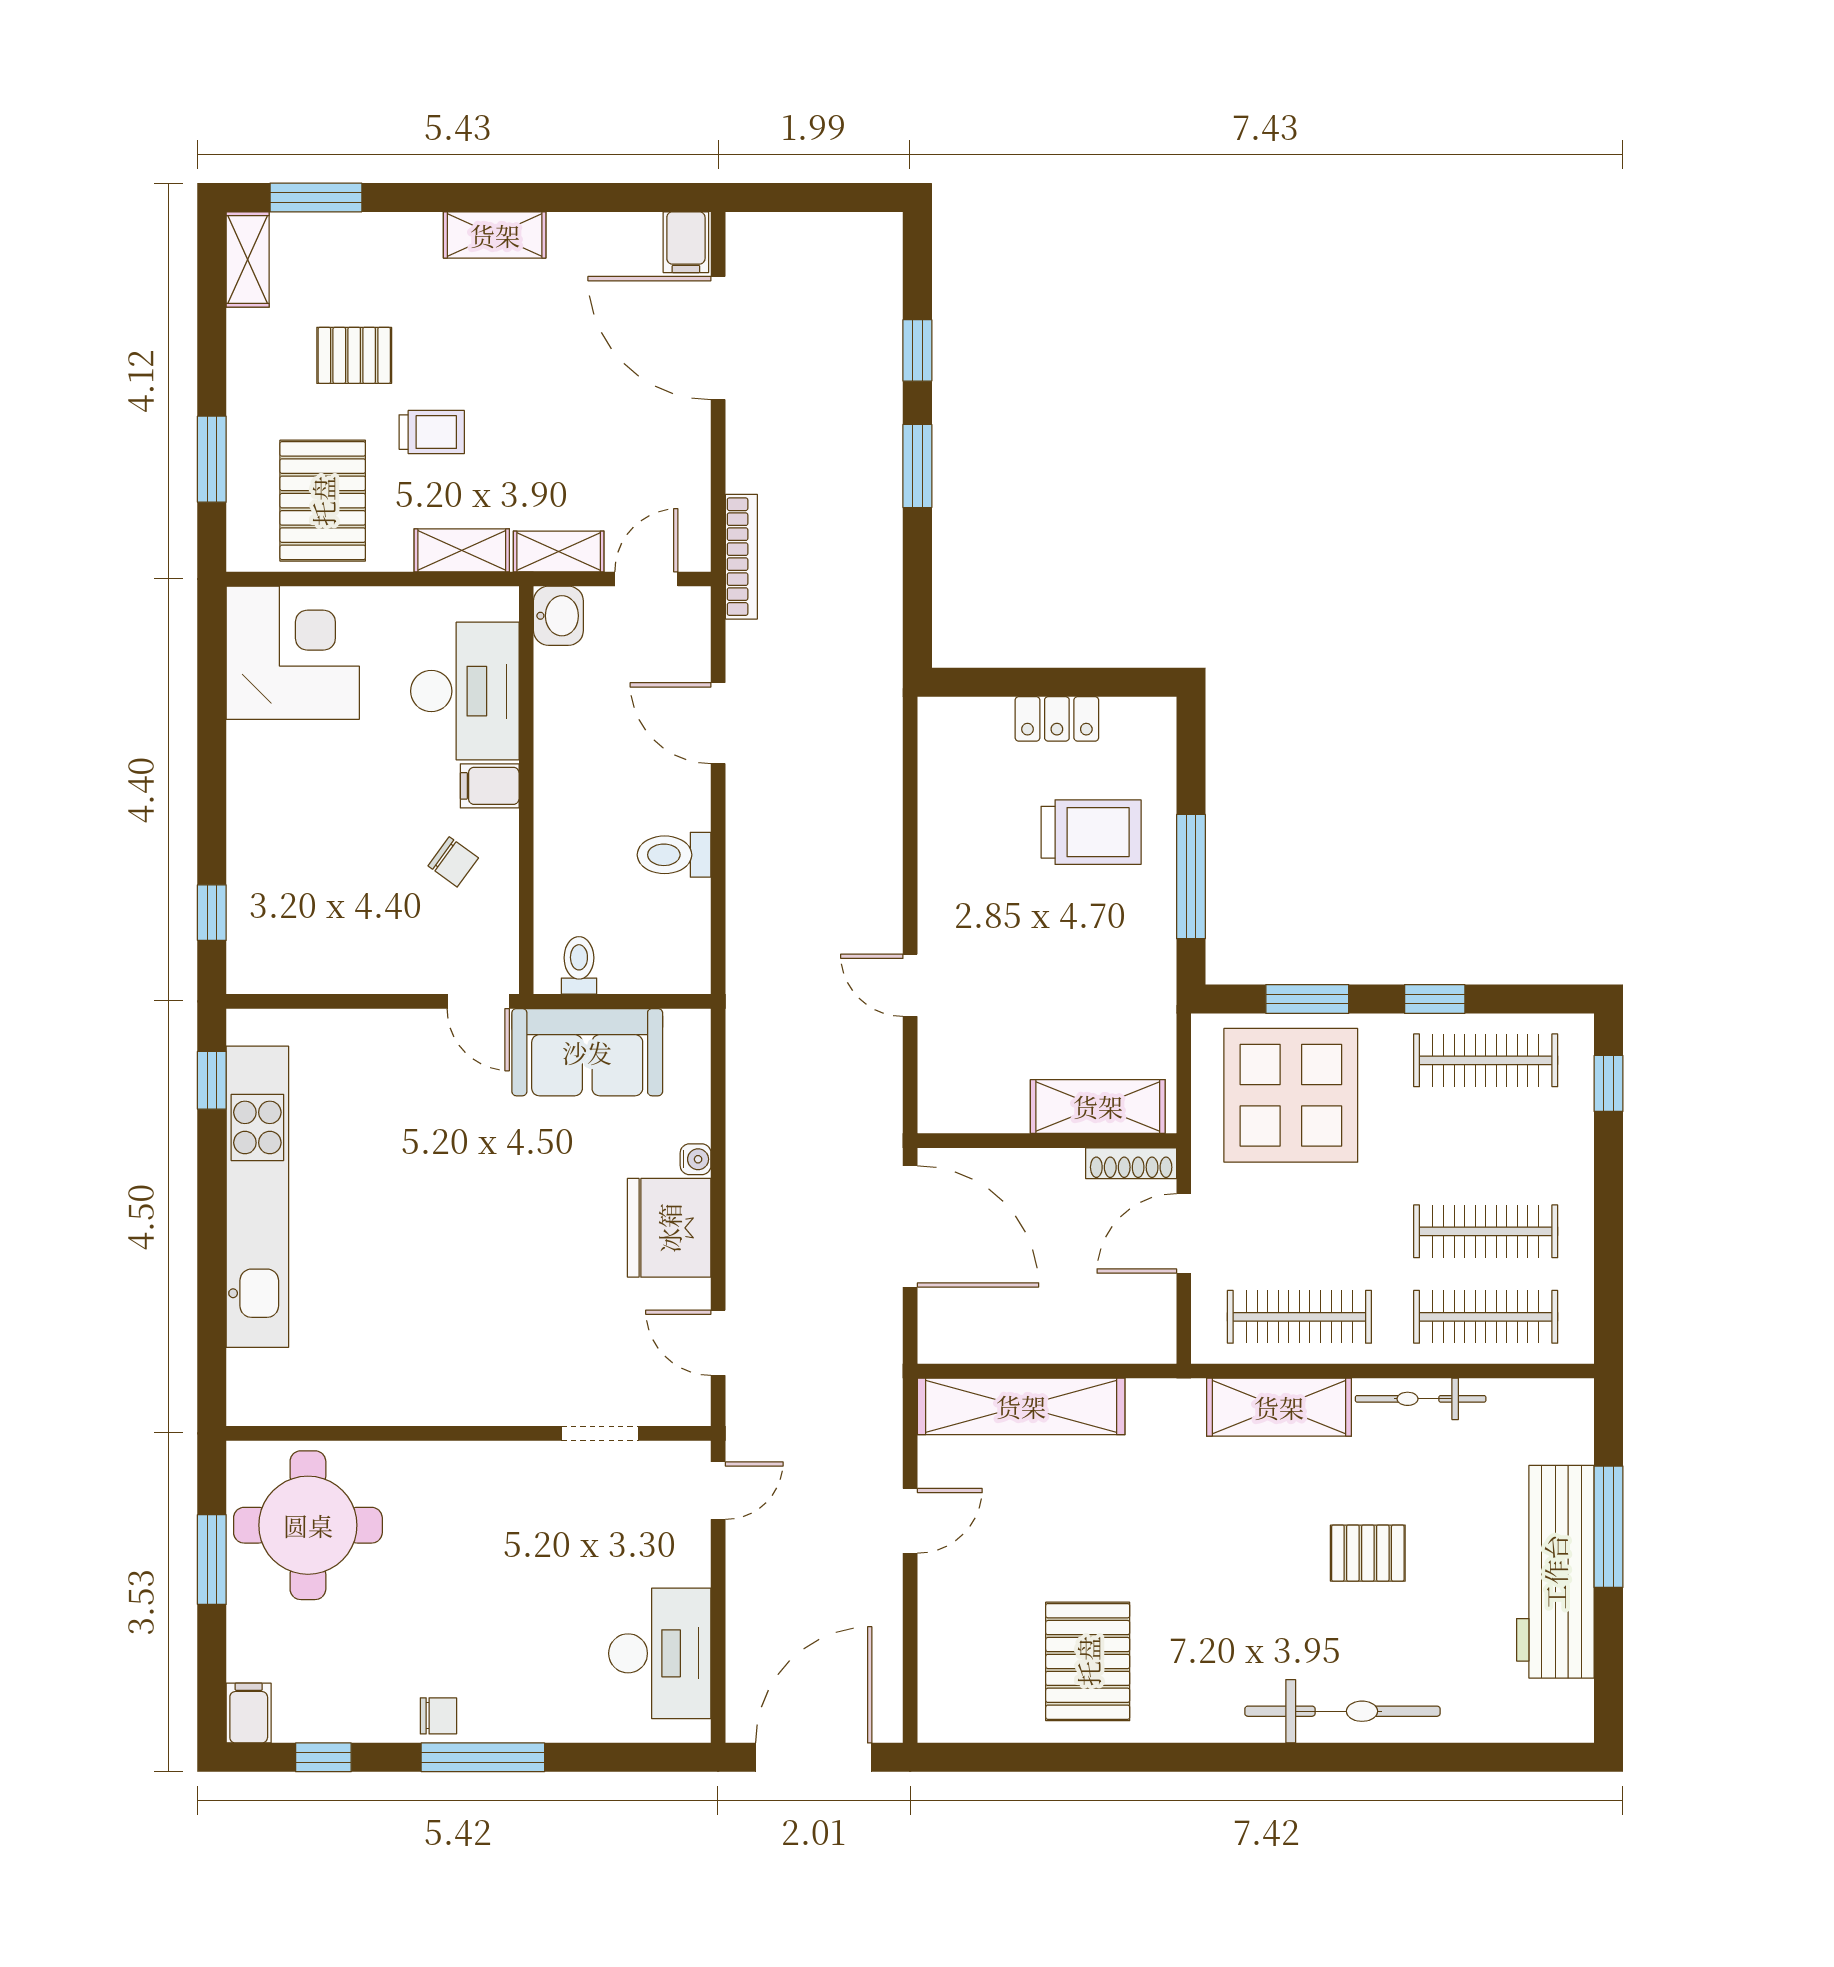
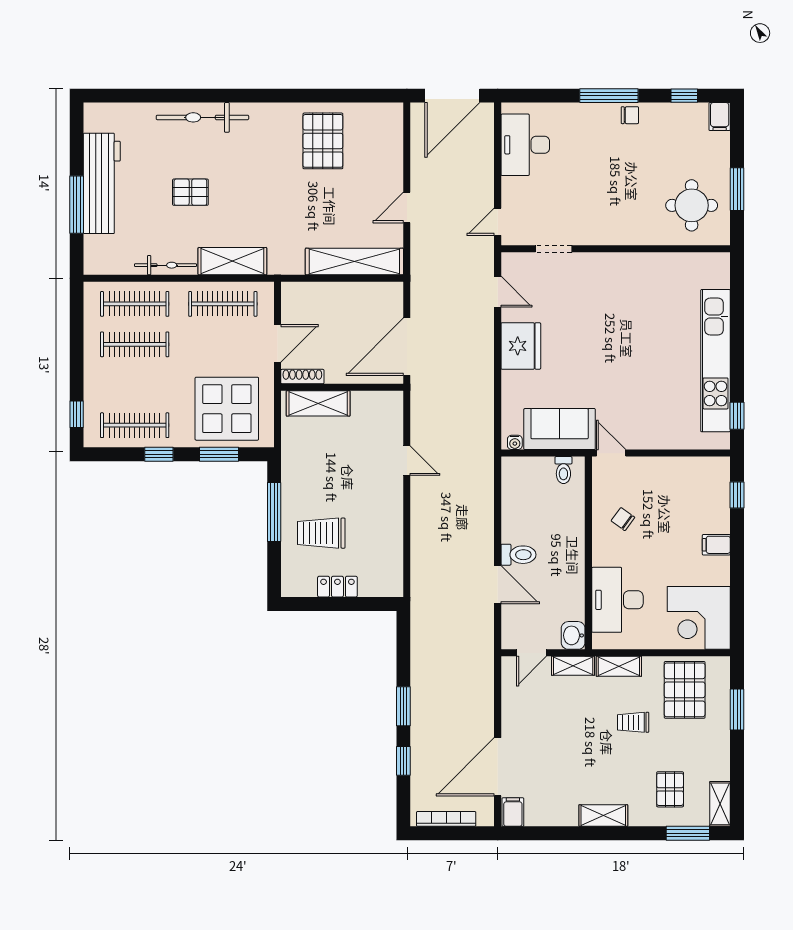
door: (718, 338) -> (498, 767), swing flipped
pallet: (354, 355) -> (670, 789), moved, turned 90
bookcase: (741, 557) -> (446, 819), moved, turned 90
filing cabinet: (490, 786) -> (716, 545), moved, turned 180
toilet: (674, 855) -> (518, 555), moved
water cooler: (696, 1159) -> (515, 442), moved, turned -90
door: (910, 1226) -> (407, 347), hinge flipped
round table: (308, 1525) -> (692, 205), width x0.73, depth x0.73
chair: (438, 1716) -> (630, 115), turned 180

